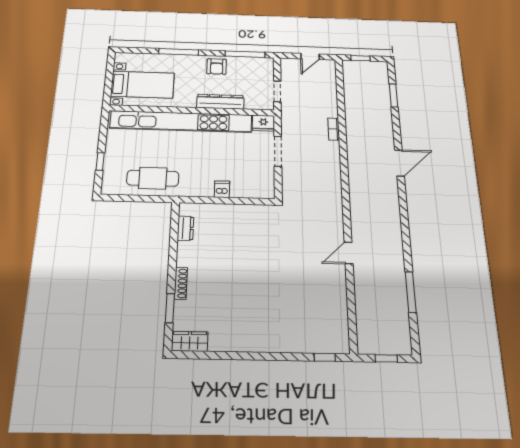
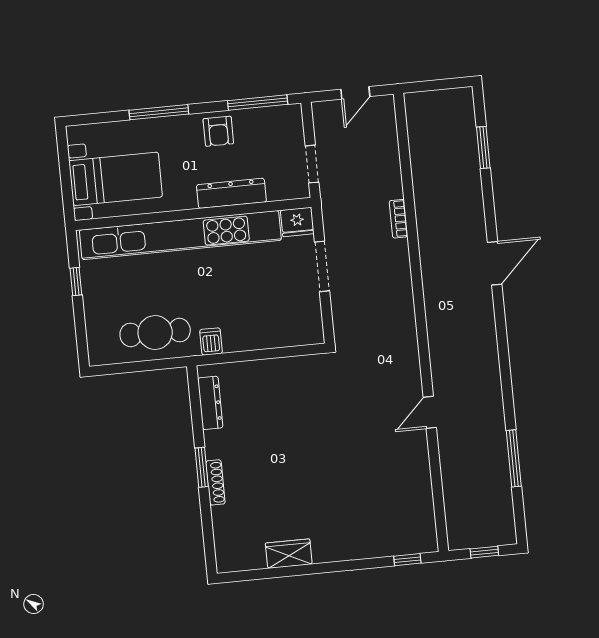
window: (360, 58) -> (431, 85), removed
window: (100, 161) -> (76, 282), moved
dishwasher: (222, 189) -> (211, 342), moved
dresser: (185, 228) -> (210, 403), width x1.44
window: (170, 308) -> (202, 467), moved
wardrobe: (190, 341) -> (289, 554), moved

